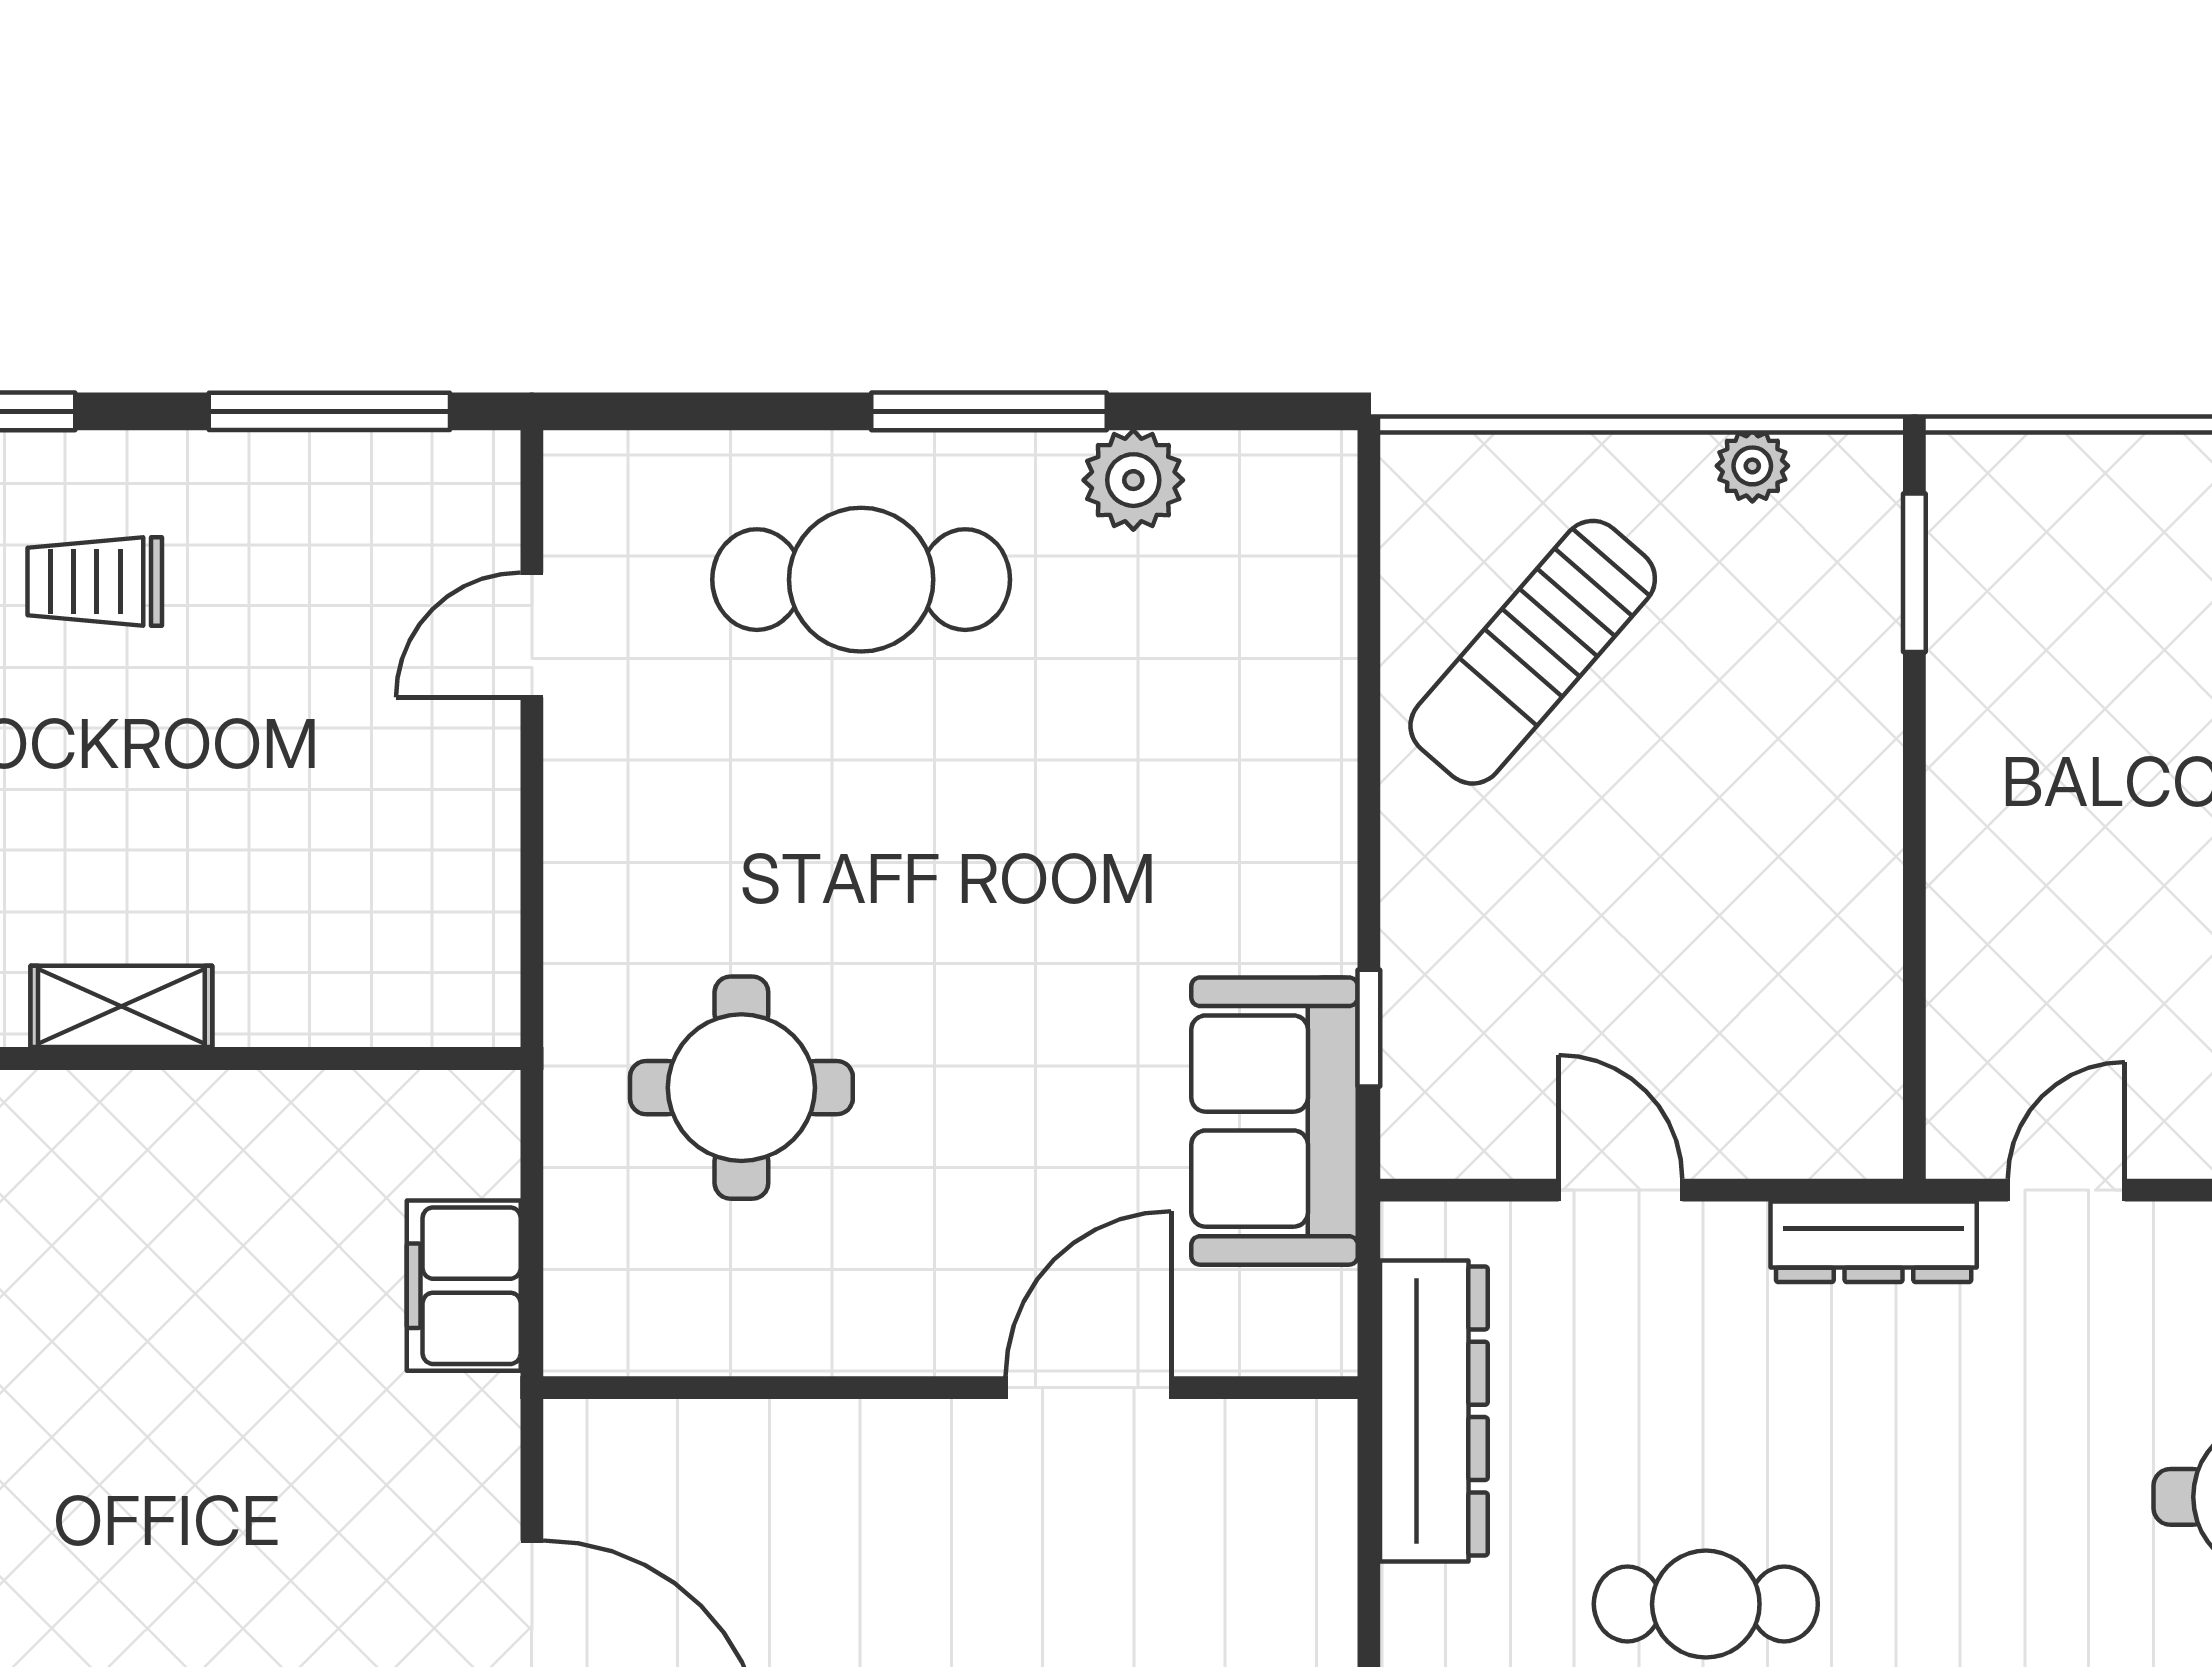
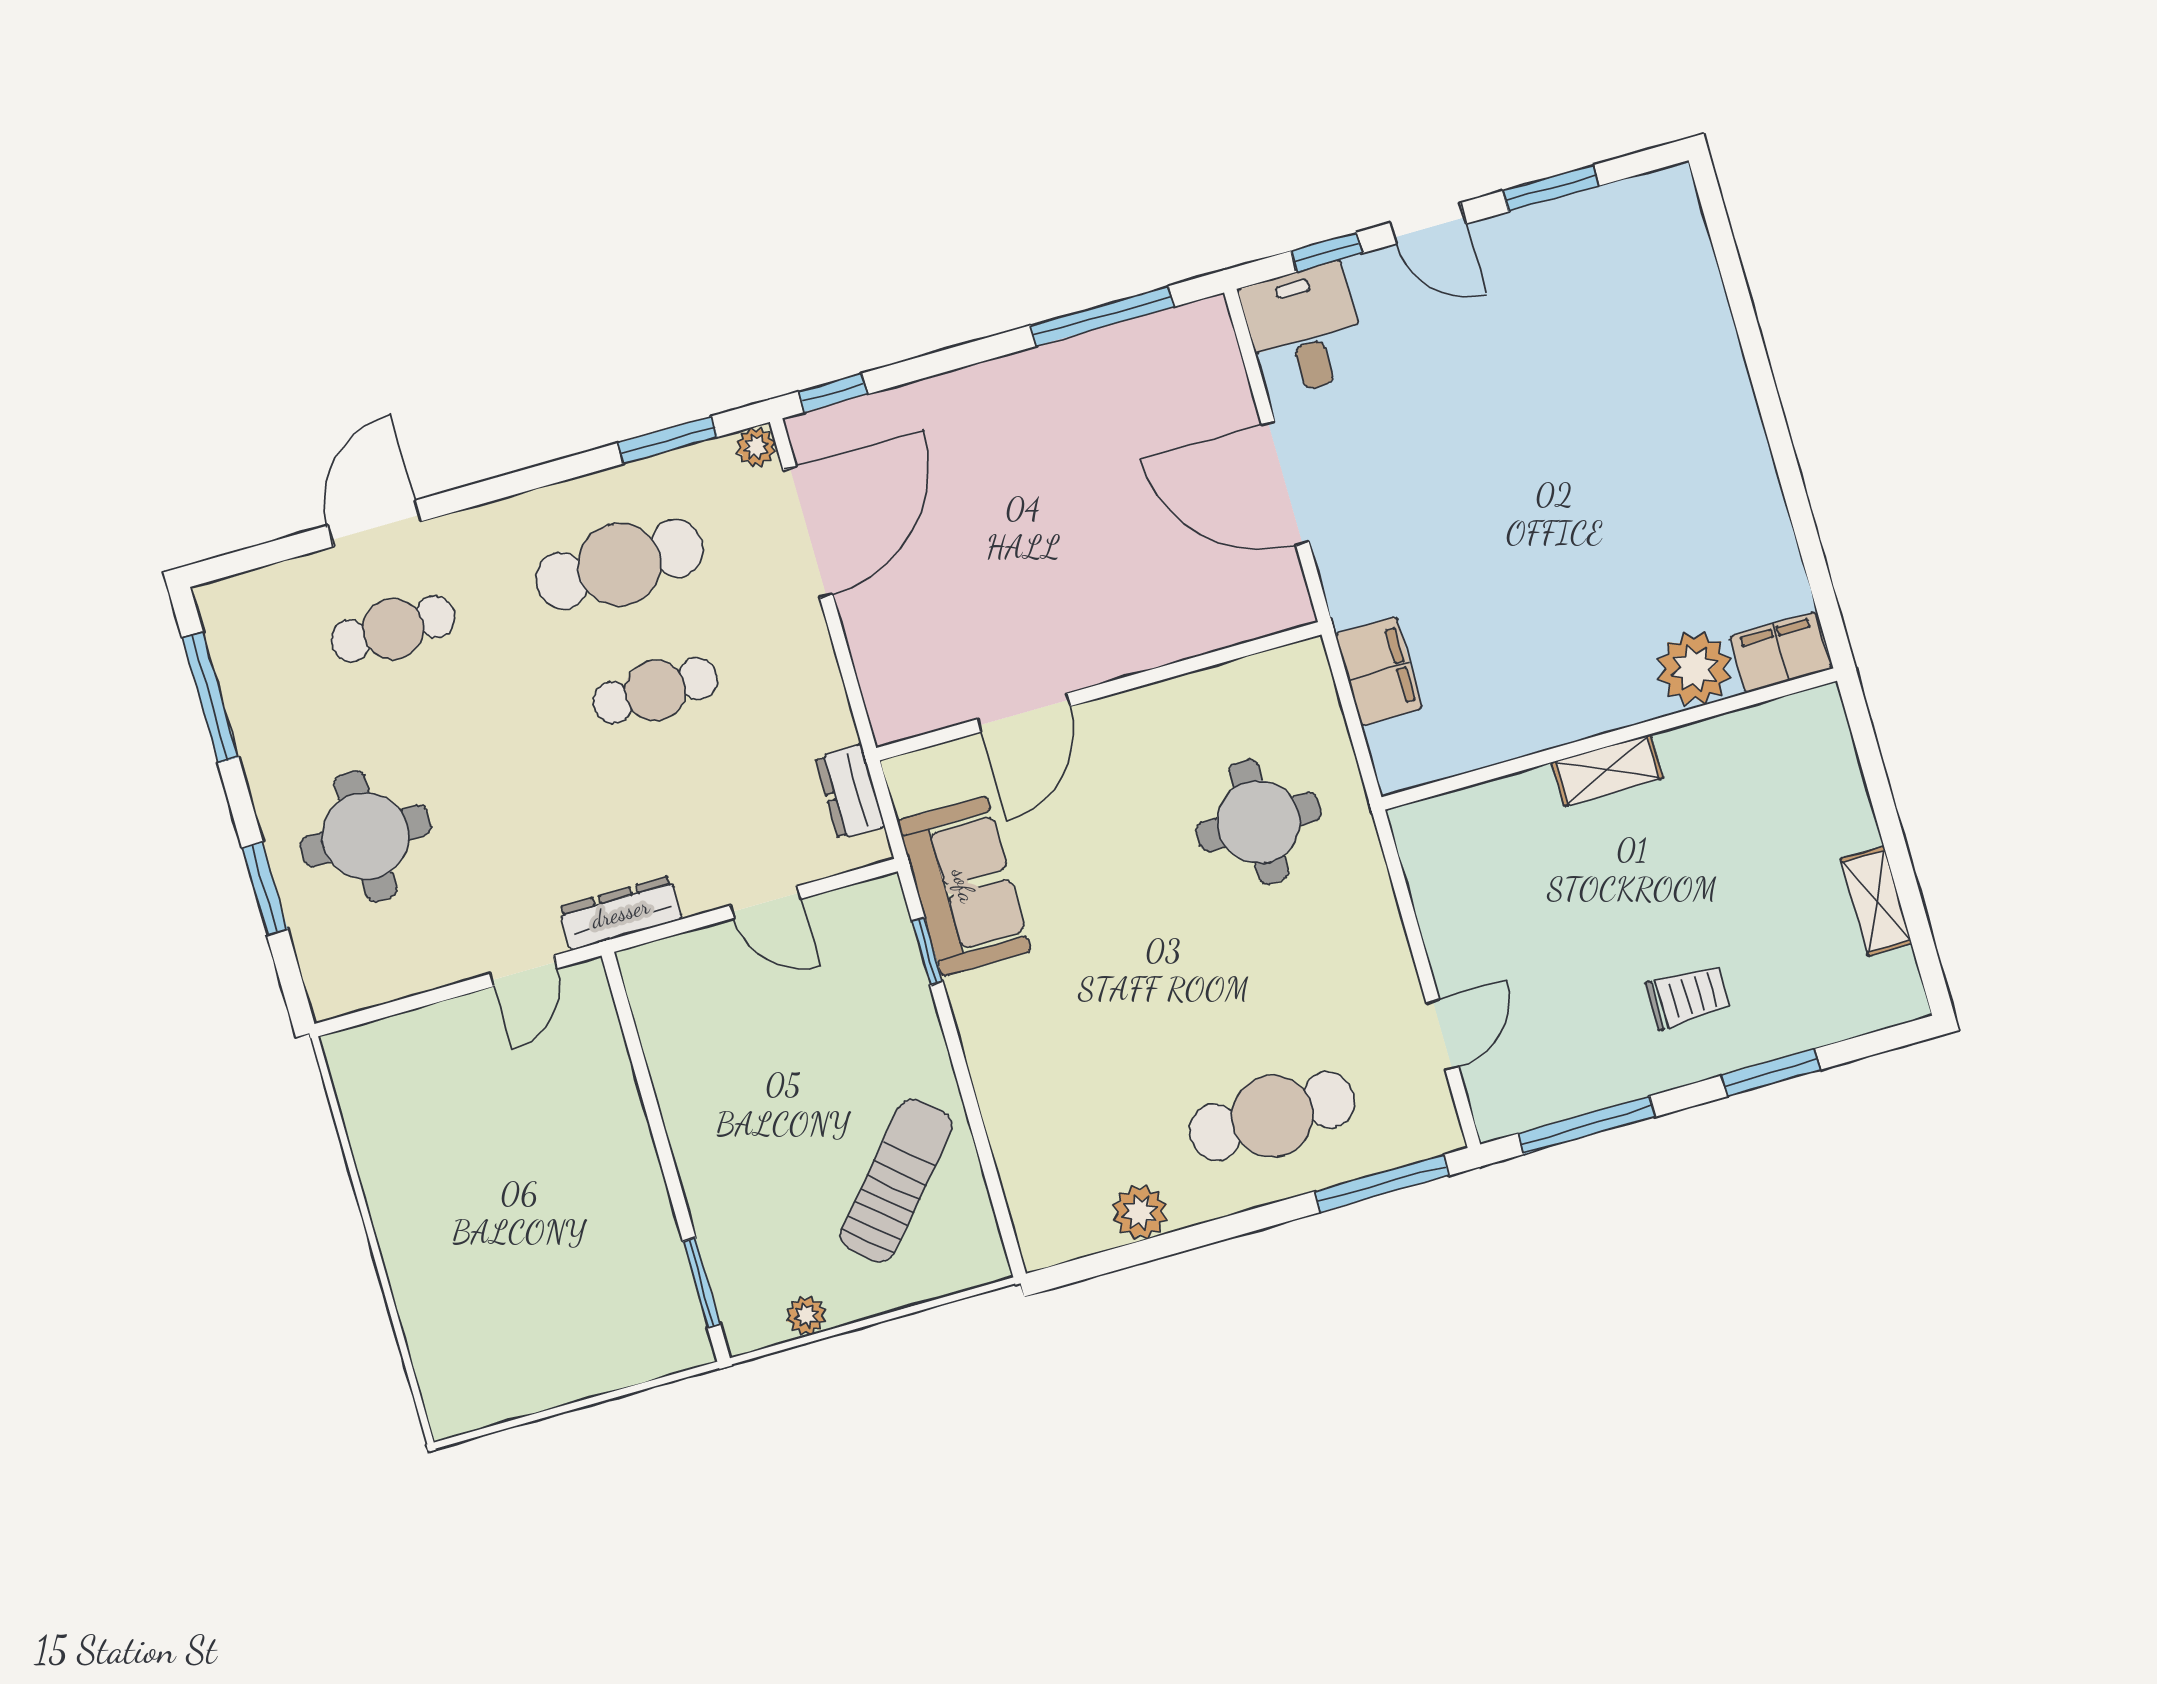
window: (989, 411) -> (1382, 1183), moved
dresser: (1434, 1411) -> (850, 792), width x0.51, depth x0.80

